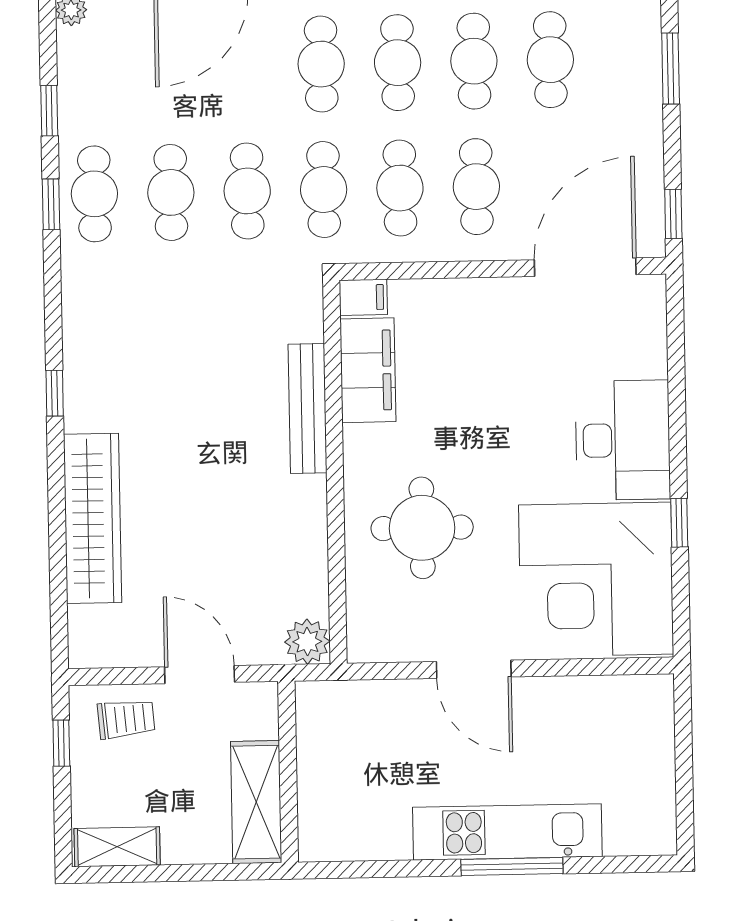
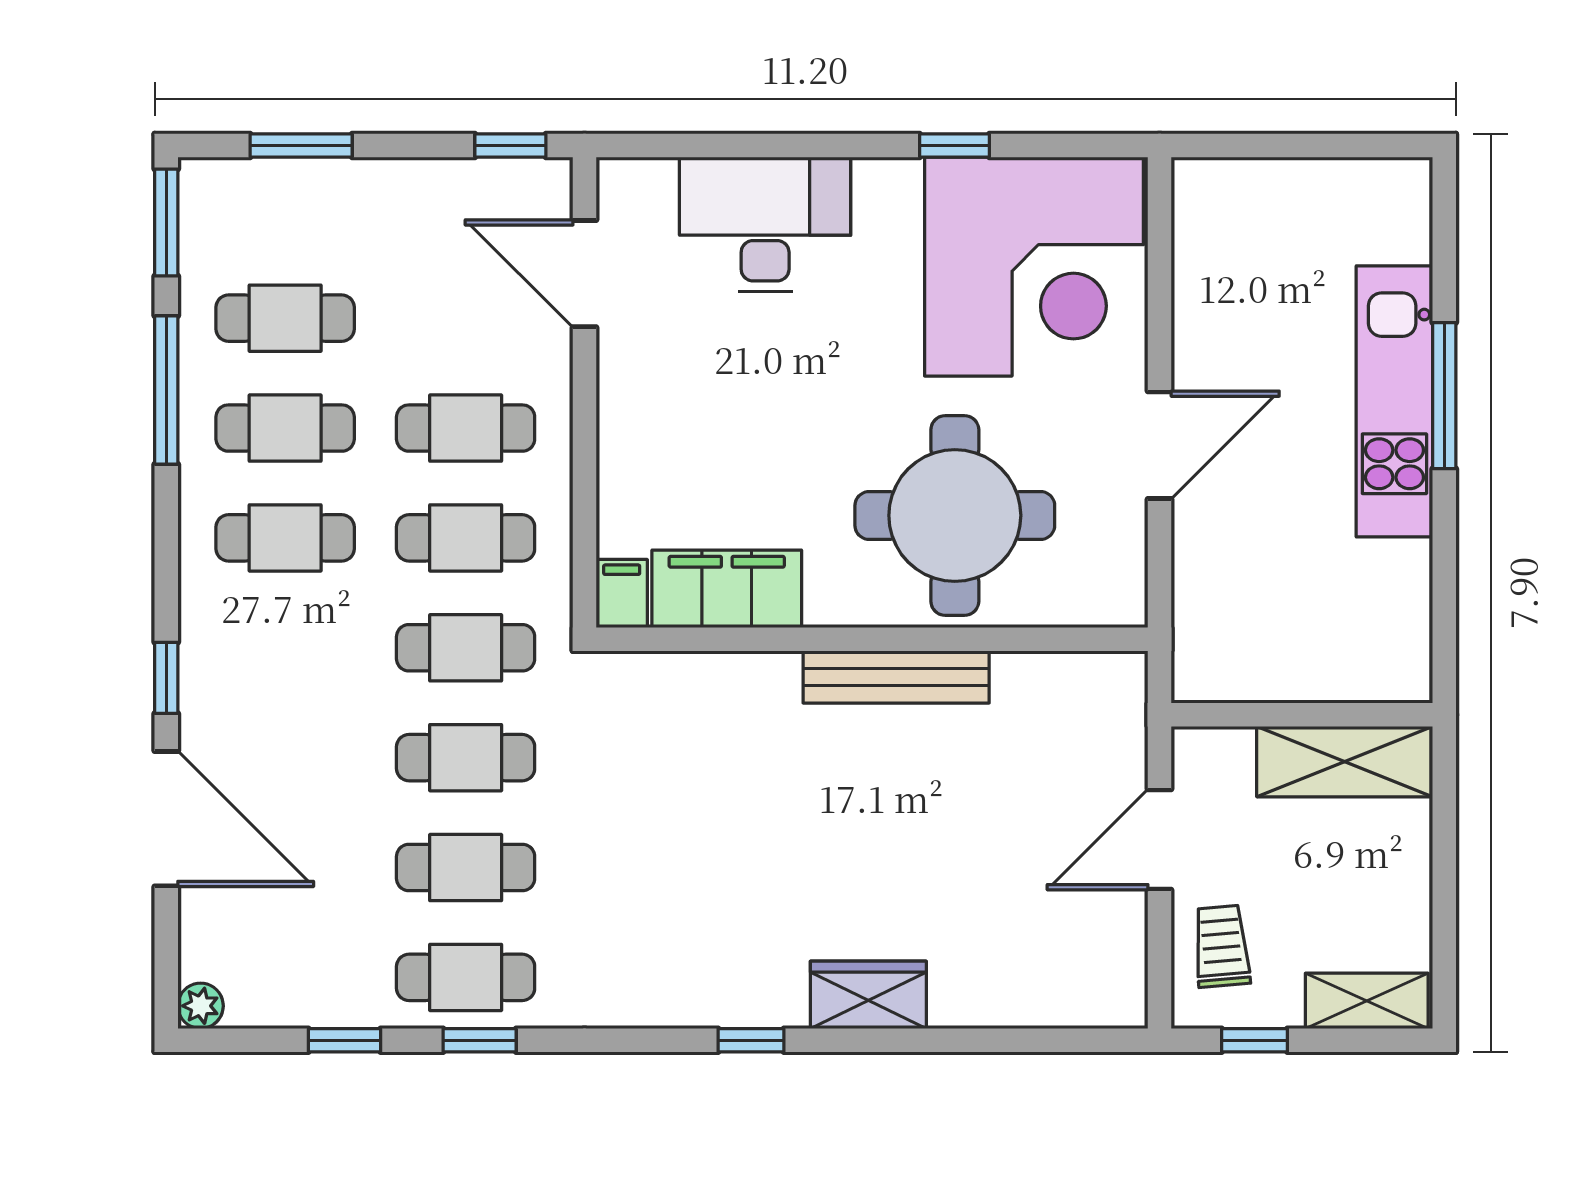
cafe table: (321, 64) -> (285, 648), removed
door: (585, 267) -> (584, 274), width x0.73
bench: (307, 408) -> (896, 677), moved
desk: (623, 440) -> (765, 224), moved
wardrobe: (93, 518) -> (868, 995), width x0.48, depth x0.85
round table: (422, 528) -> (955, 515), width x1.36, depth x1.36
plant: (307, 642) -> (1115, 684), removed
shelving: (117, 847) -> (1367, 1001), moved, turned 90

